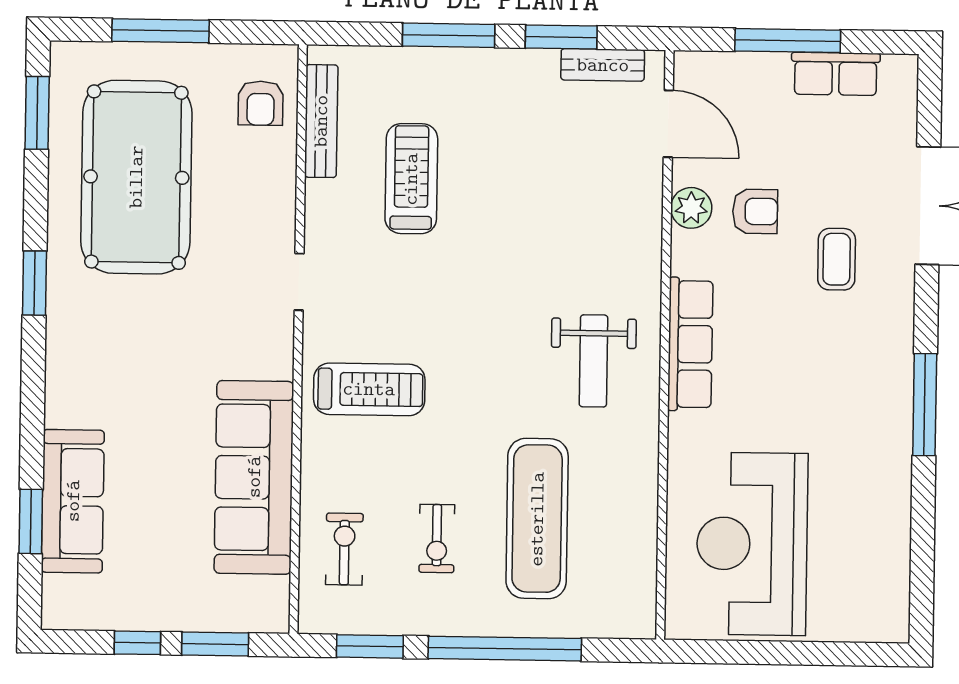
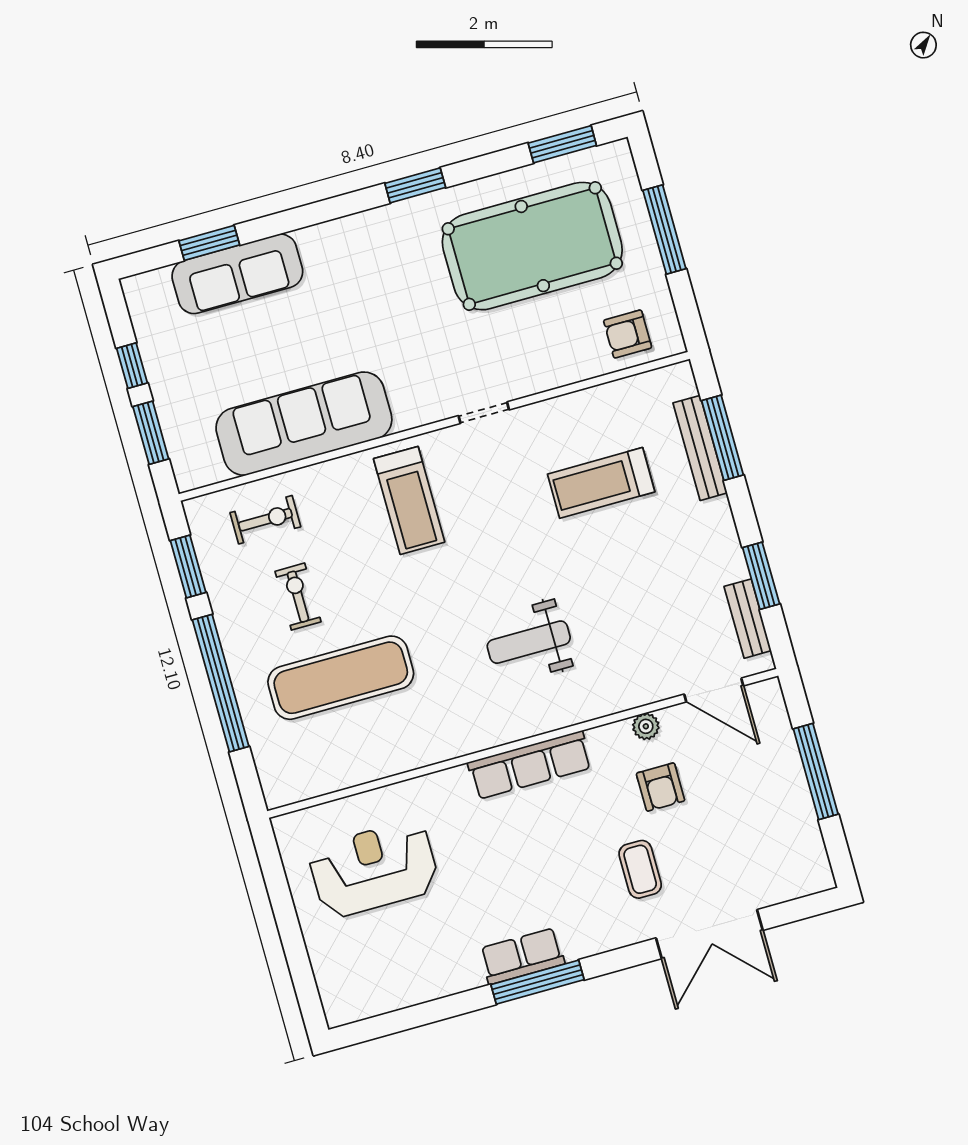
window: (449, 35) -> (723, 438), moved
row of seats: (836, 74) -> (522, 956), moved, turned 90
bench: (321, 121) -> (700, 448), moved, turned 90
door: (668, 124) -> (714, 690), hinge flipped
treadmill: (411, 179) -> (601, 483), turned 180
plant: (691, 208) -> (646, 726), width x0.73, depth x0.73
coffee table: (837, 259) -> (640, 869), turned 90
weight bench: (593, 361) -> (529, 642), moved
exercise bike: (437, 539) -> (298, 597), turned 90
reception desk: (752, 544) -> (374, 869), width x0.74, depth x0.77

